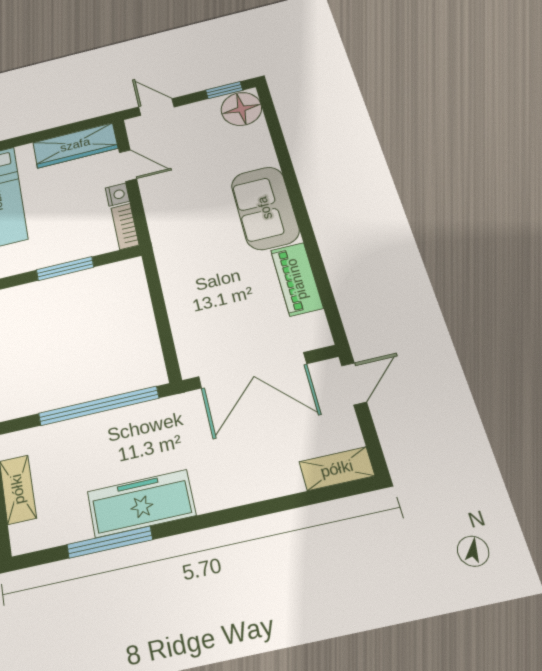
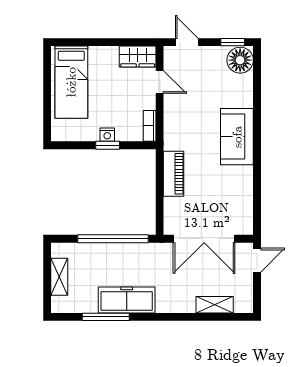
wardrobe: (75, 145) -> (138, 57), width x0.67
nightstand: (117, 195) -> (107, 135), moved, turned 90
window: (65, 269) -> (108, 145), width x0.67
piano: (297, 279) -> (174, 174), moved, turned 180
shelving: (337, 469) -> (215, 305), moved

